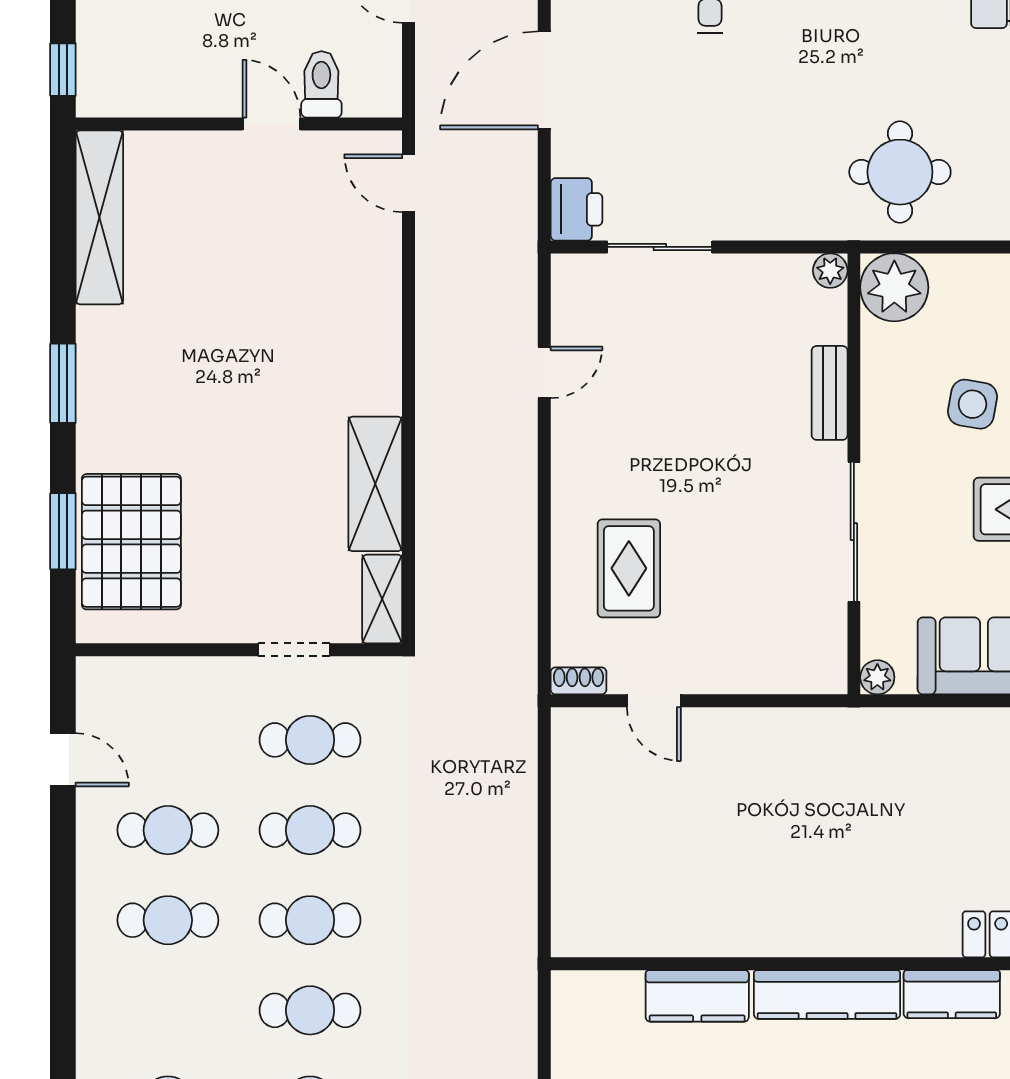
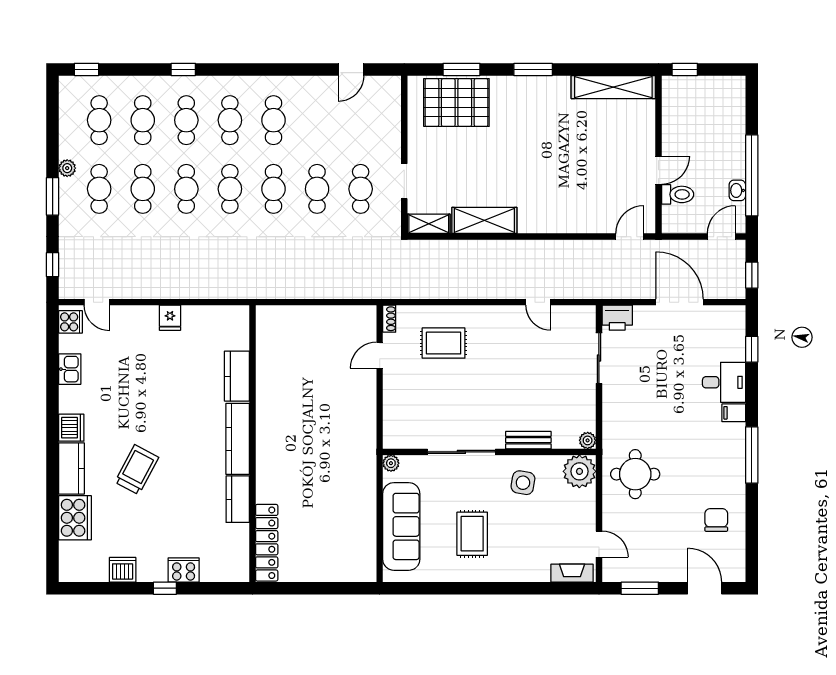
side table: (972, 404) -> (523, 483), moved
cafe table: (168, 830) -> (230, 120), moved

